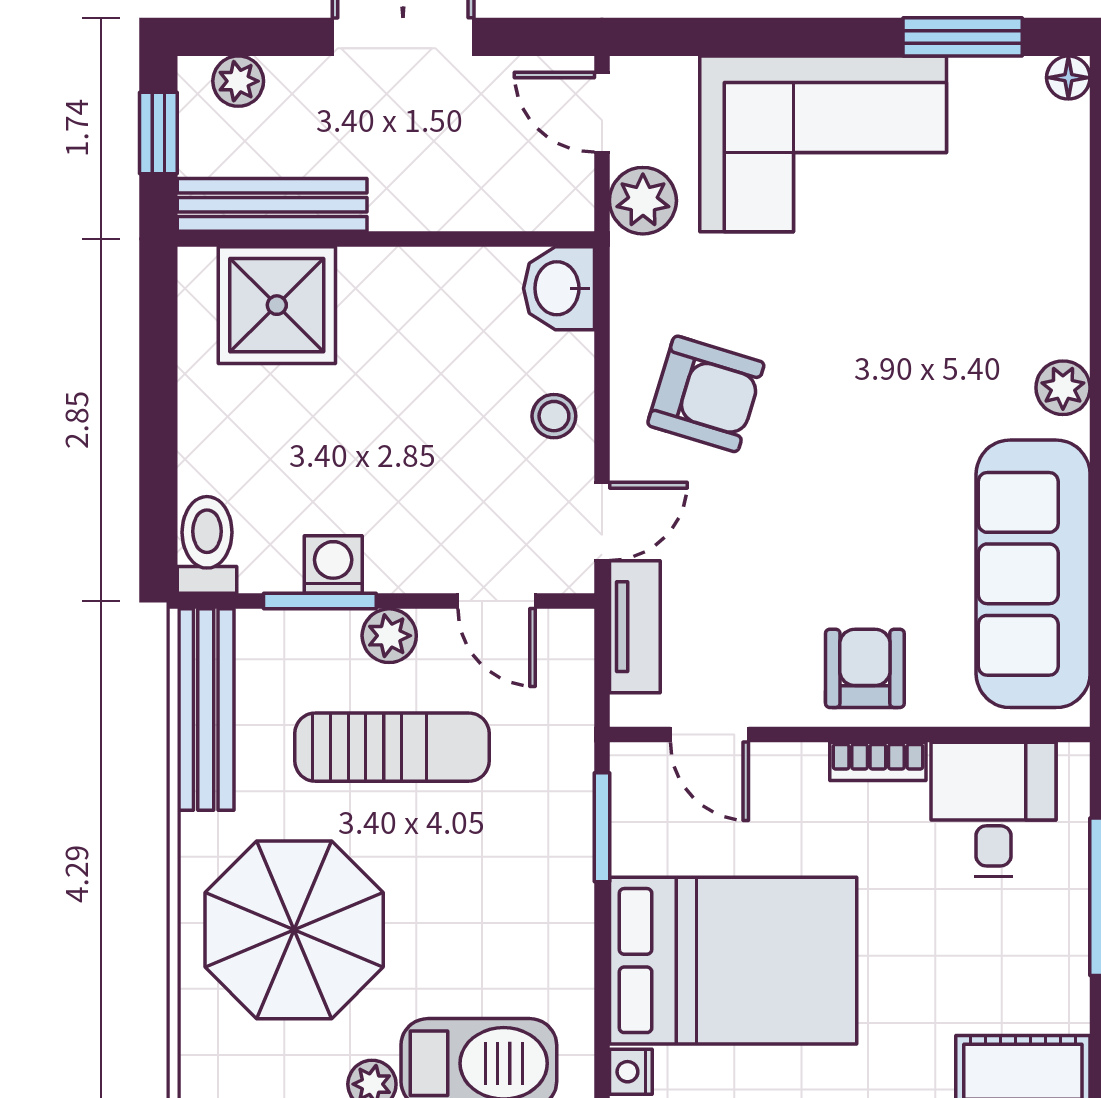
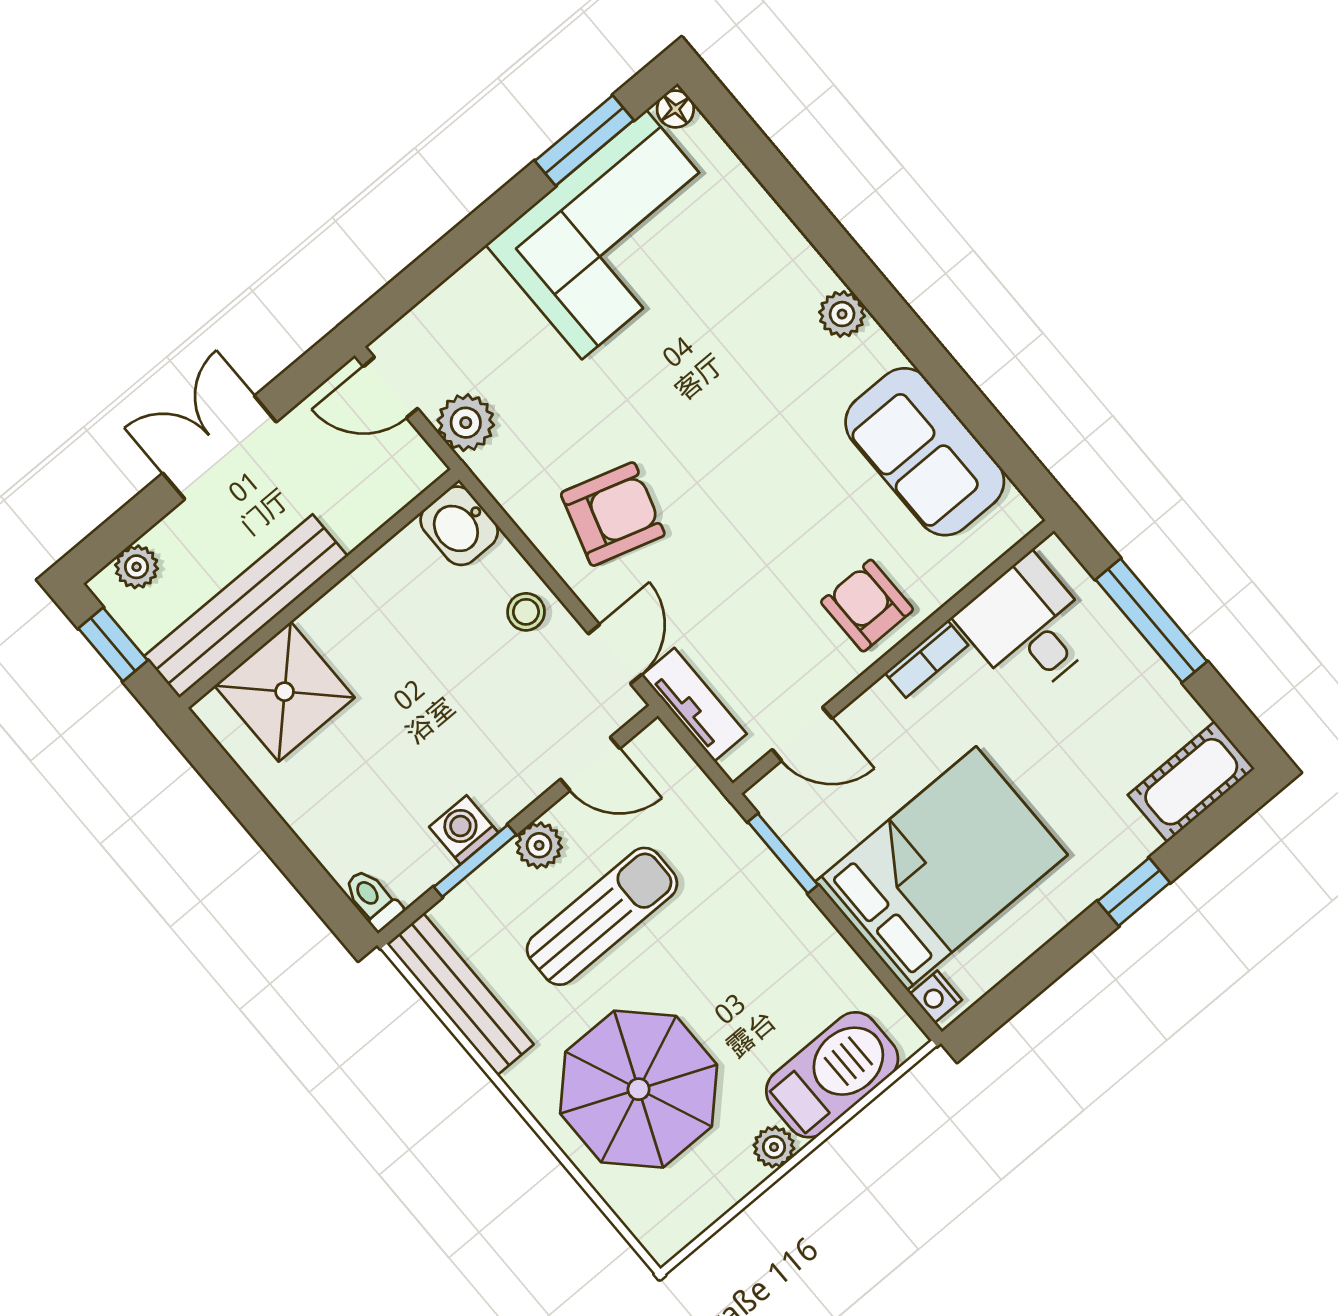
corner sofa: (823, 144) -> (614, 235), moved
bench: (272, 205) -> (246, 606), width x1.37, depth x1.21
toilet: (207, 545) -> (373, 899), width x0.73, depth x0.72
sofa: (1033, 574) -> (925, 452), width x0.73

